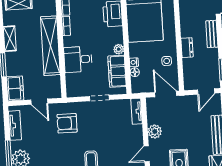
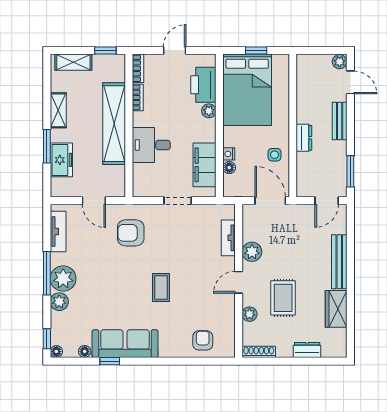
plant: (119, 49) -> (209, 111), moved
freezer: (15, 88) -> (61, 160), moved
tv unit: (137, 111) -> (228, 238), moved

